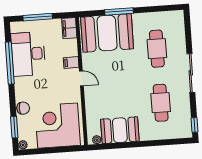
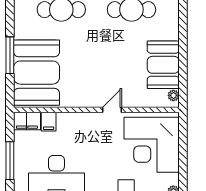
filing cabinet: (71, 63) -> (49, 122), moved
door: (81, 78) -> (112, 110), moved

